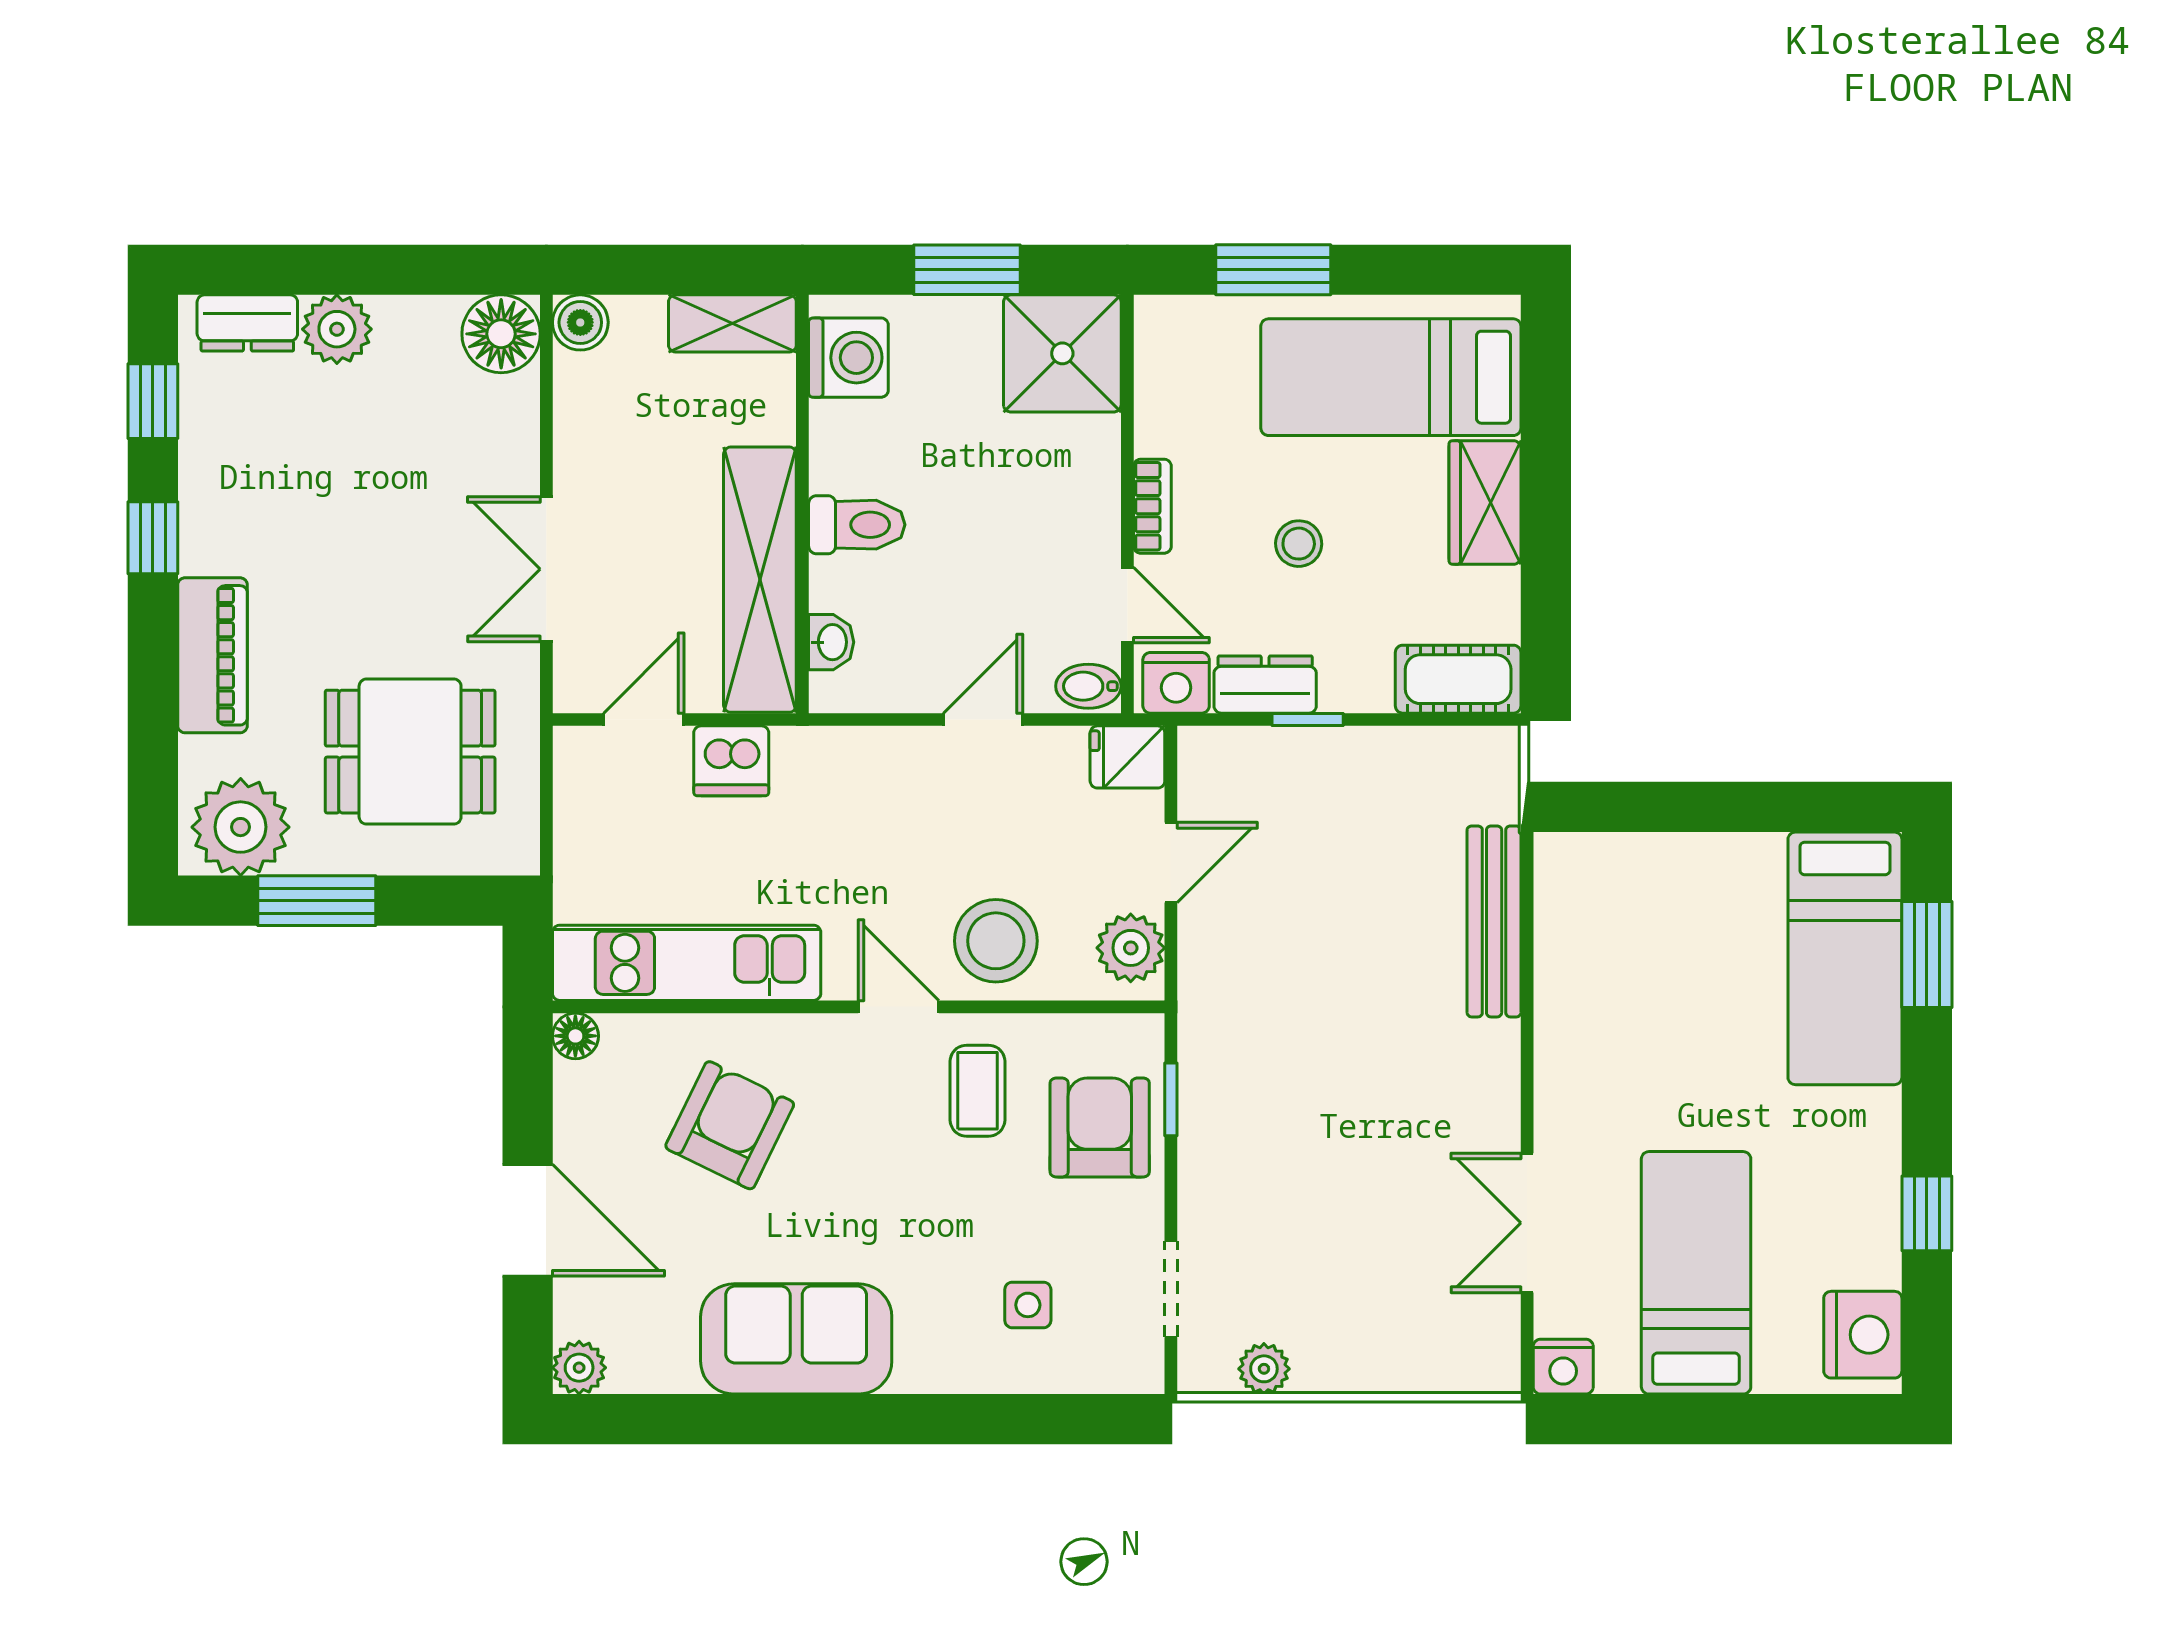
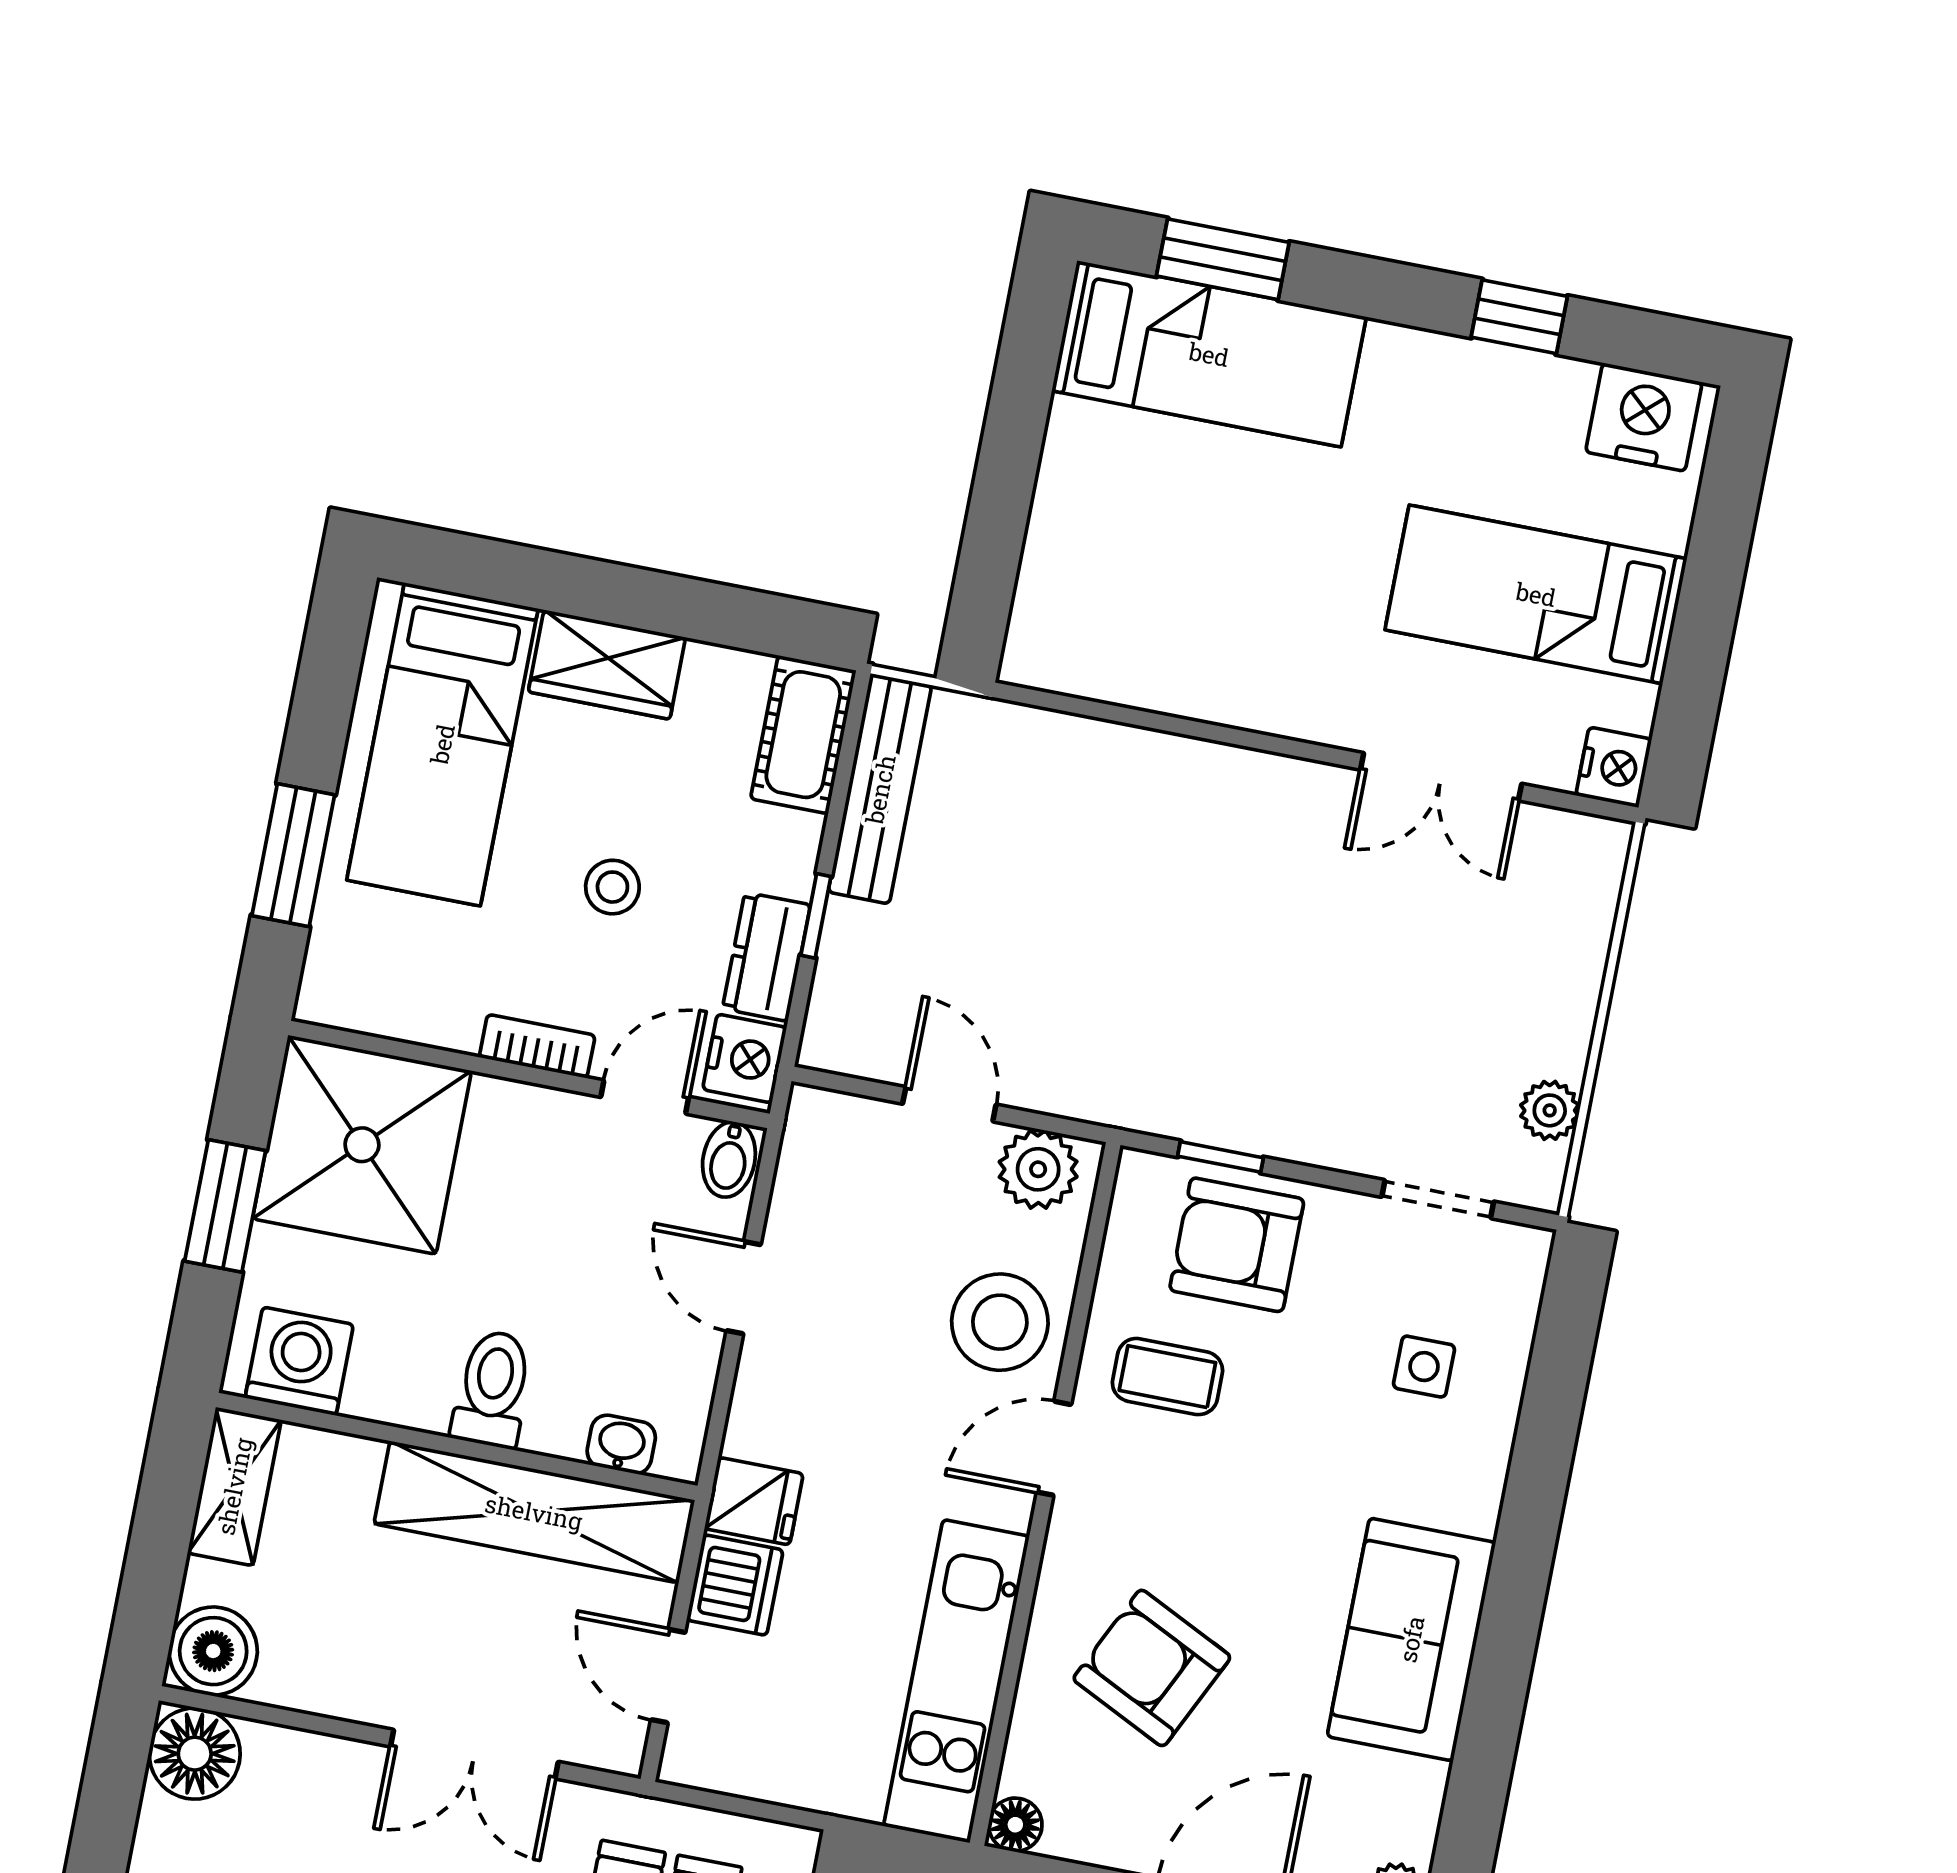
boiler: (580, 322) -> (213, 1651), width x1.36, depth x1.36
shower: (1062, 353) -> (362, 1145), width x1.37, depth x1.37
fridge: (1127, 757) -> (754, 1501), moved, turned -90
bench: (1494, 921) -> (880, 789), moved, turned 90

